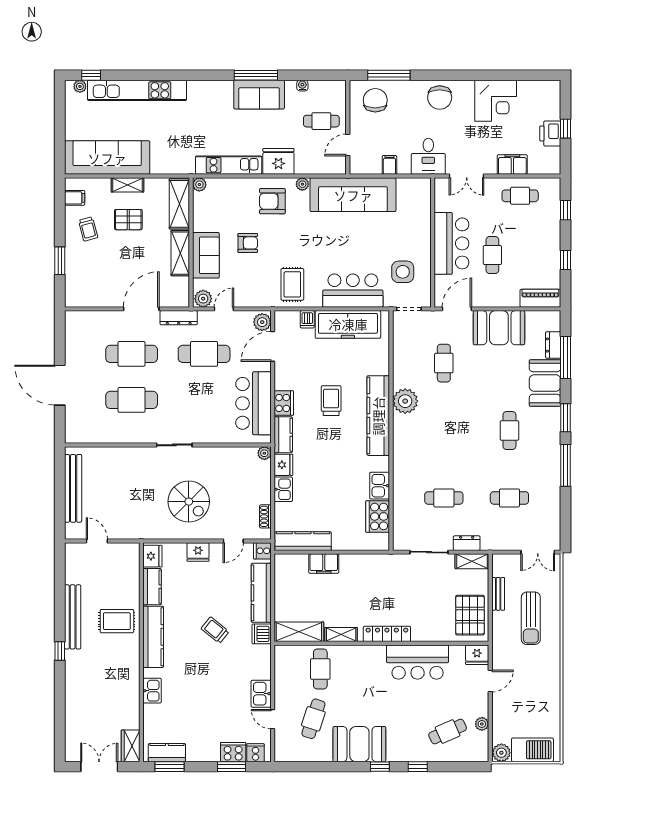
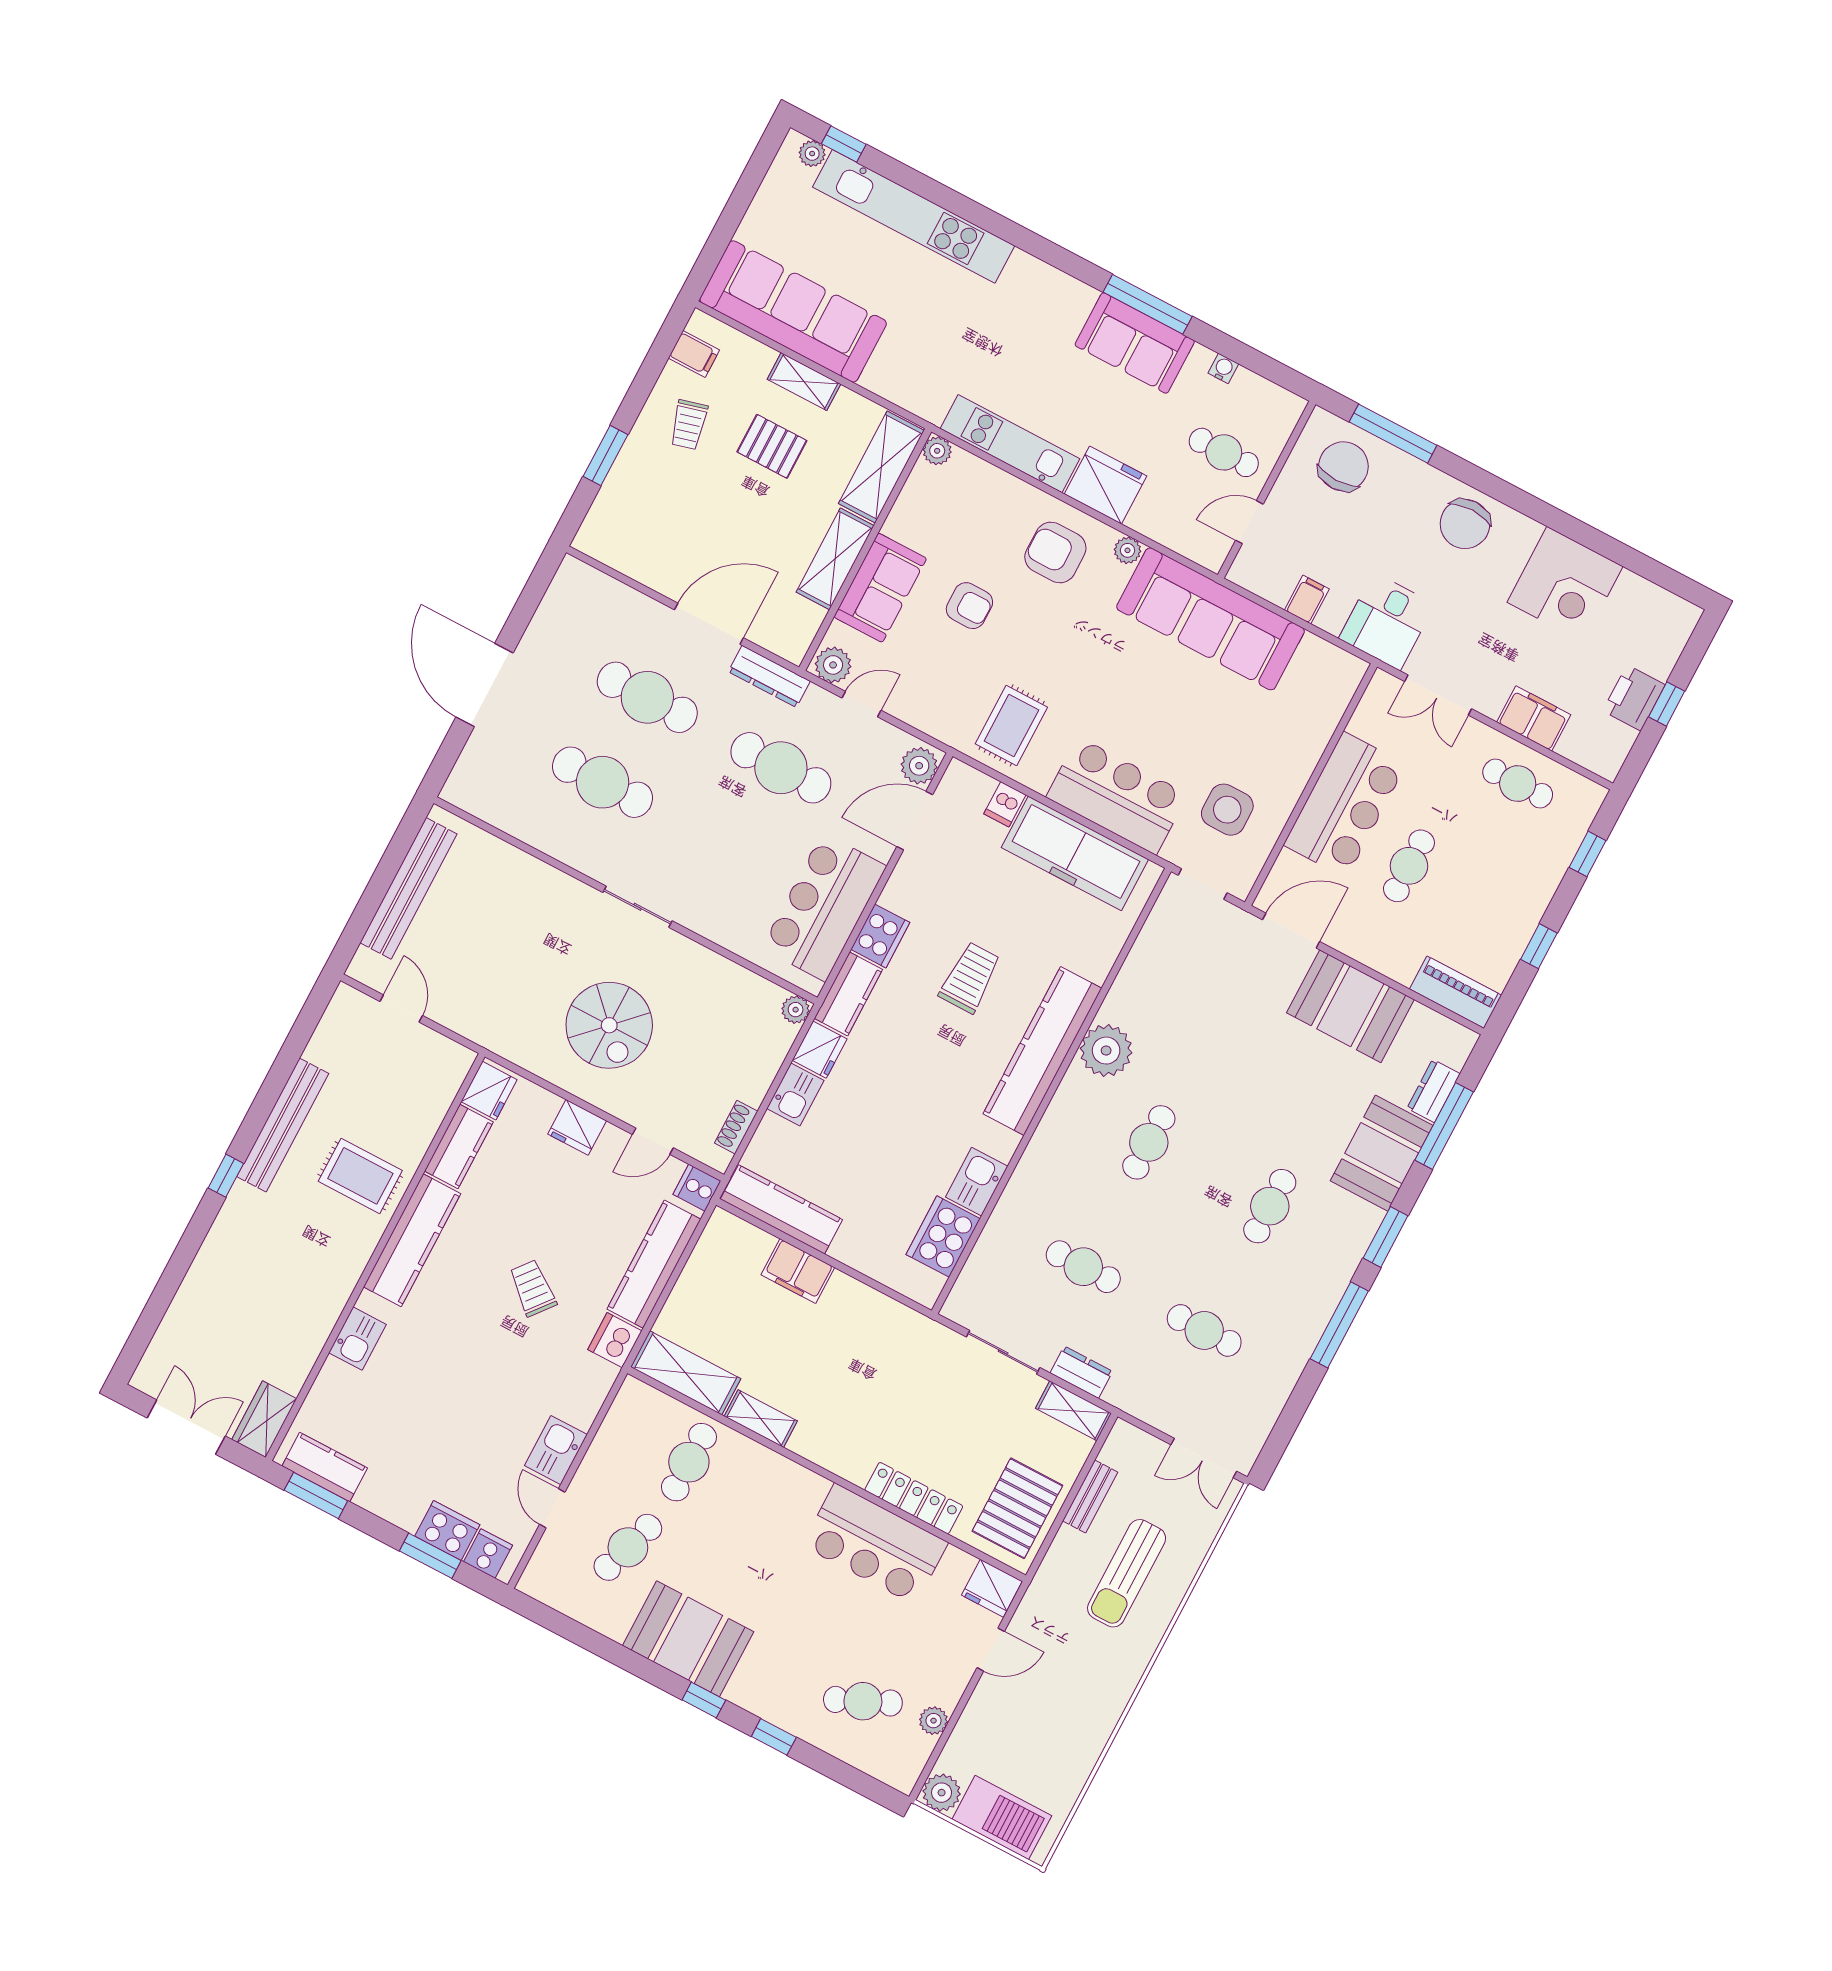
cafe table: (444, 363) -> (1149, 1142), moved
locker: (387, 634) -> (914, 1498), moved

